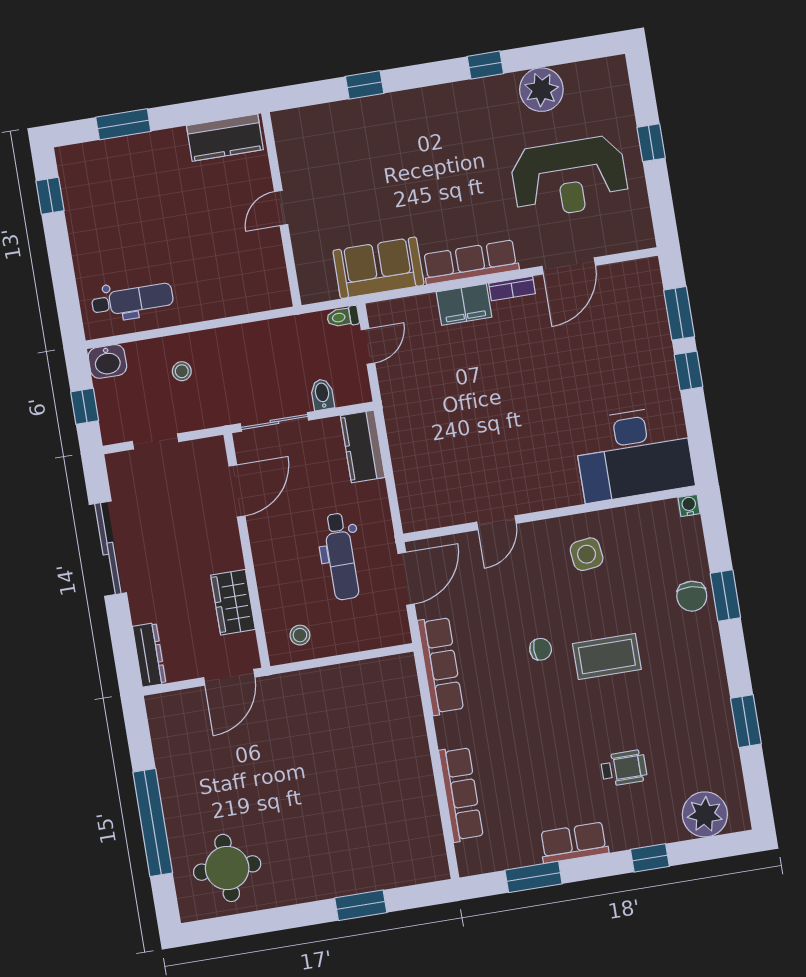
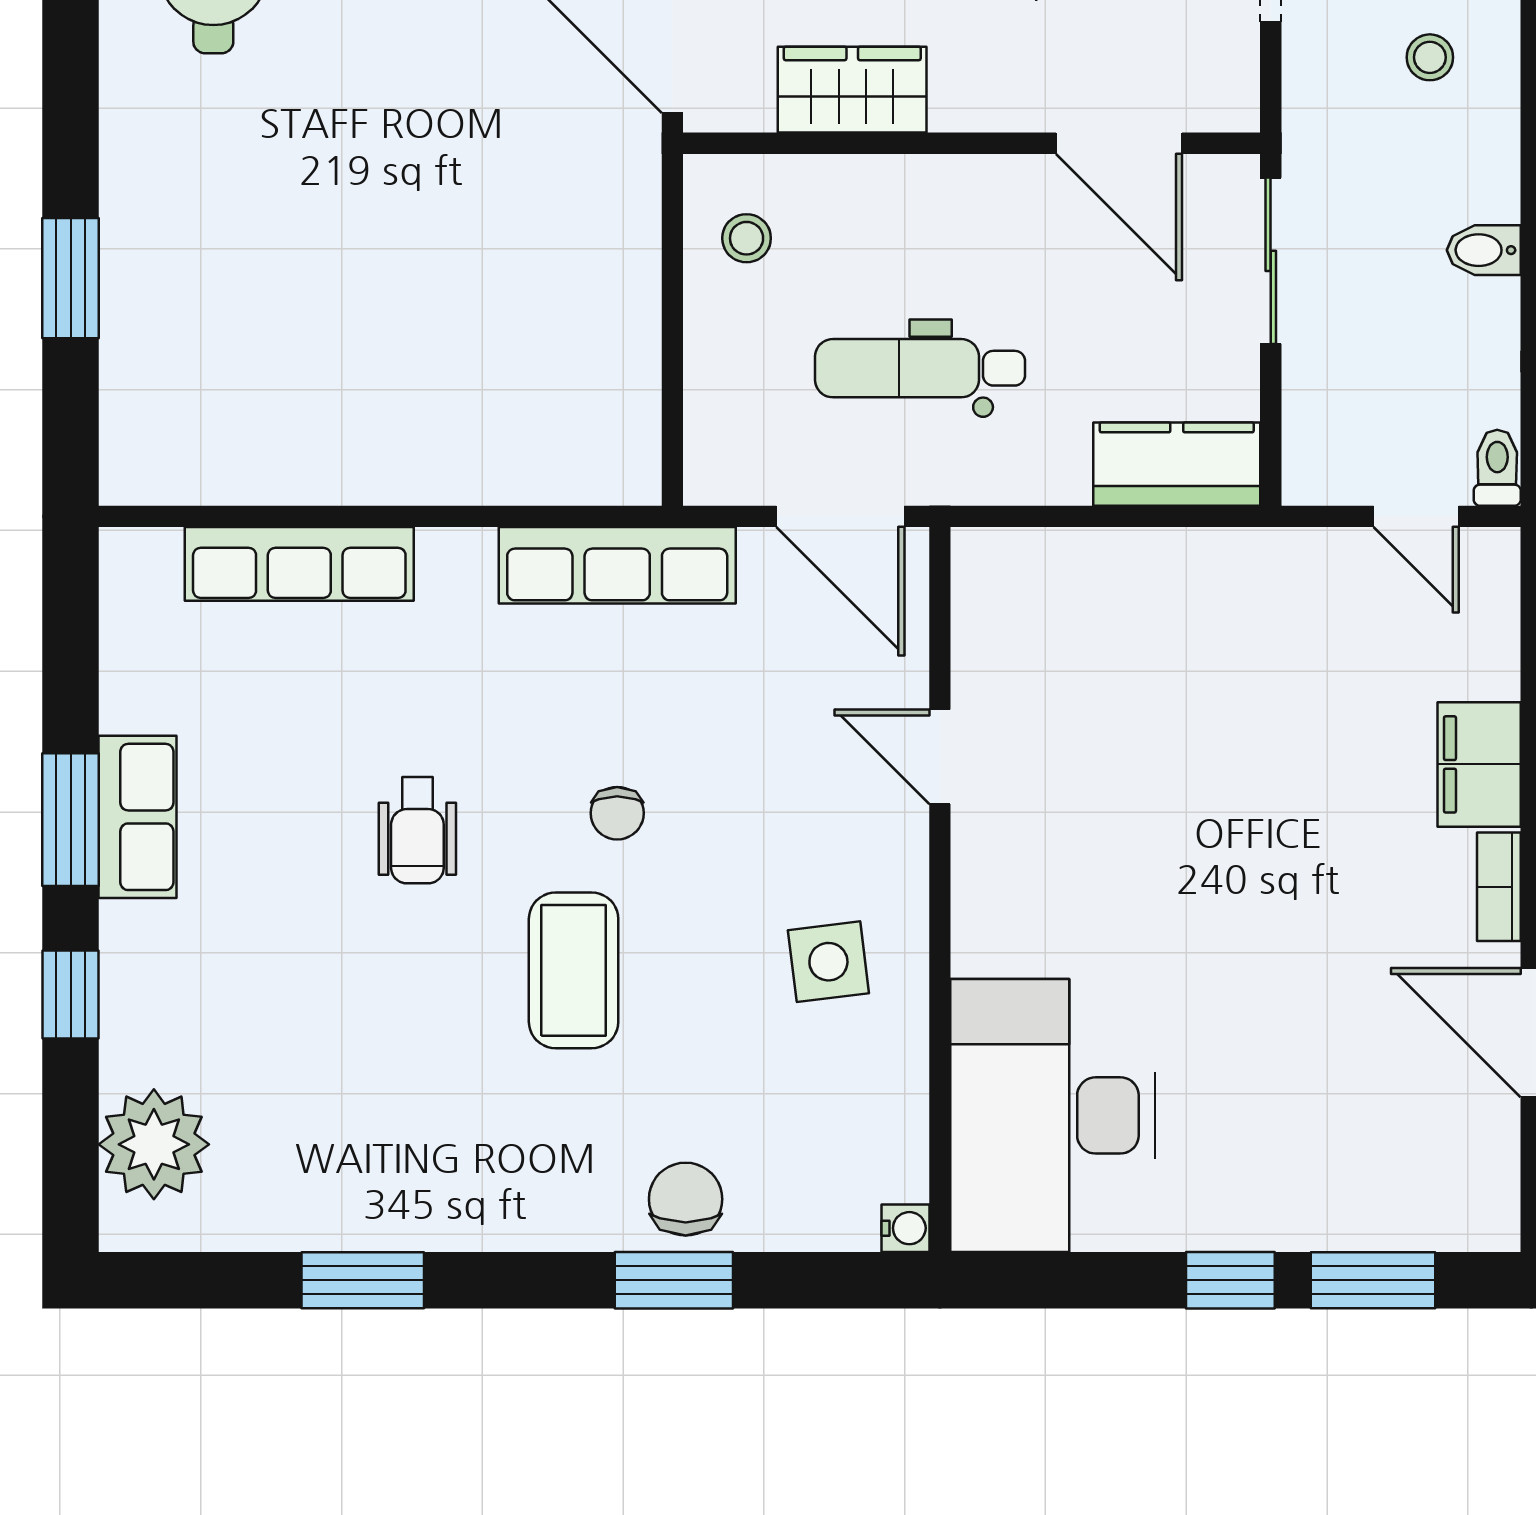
bidet: (322, 394) -> (1484, 250), moved, turned 180
chair: (692, 596) -> (686, 1199), turned 86
wheelchair: (624, 768) -> (417, 830), moved
window: (534, 877) -> (71, 820), moved

